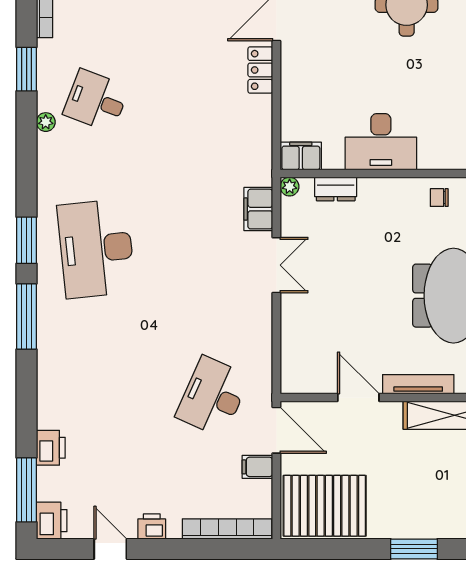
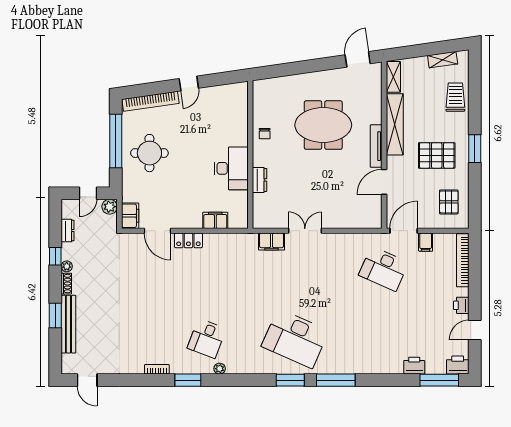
filing cabinet: (301, 156) -> (215, 220), moved, turned 90
plant: (290, 187) -> (258, 223), removed
dresser: (336, 189) -> (260, 180), moved
desk: (96, 249) -> (295, 338), turned 30
pallet: (403, 485) -> (437, 155), added
pallet: (325, 506) -> (449, 202), width x0.49, depth x0.50

